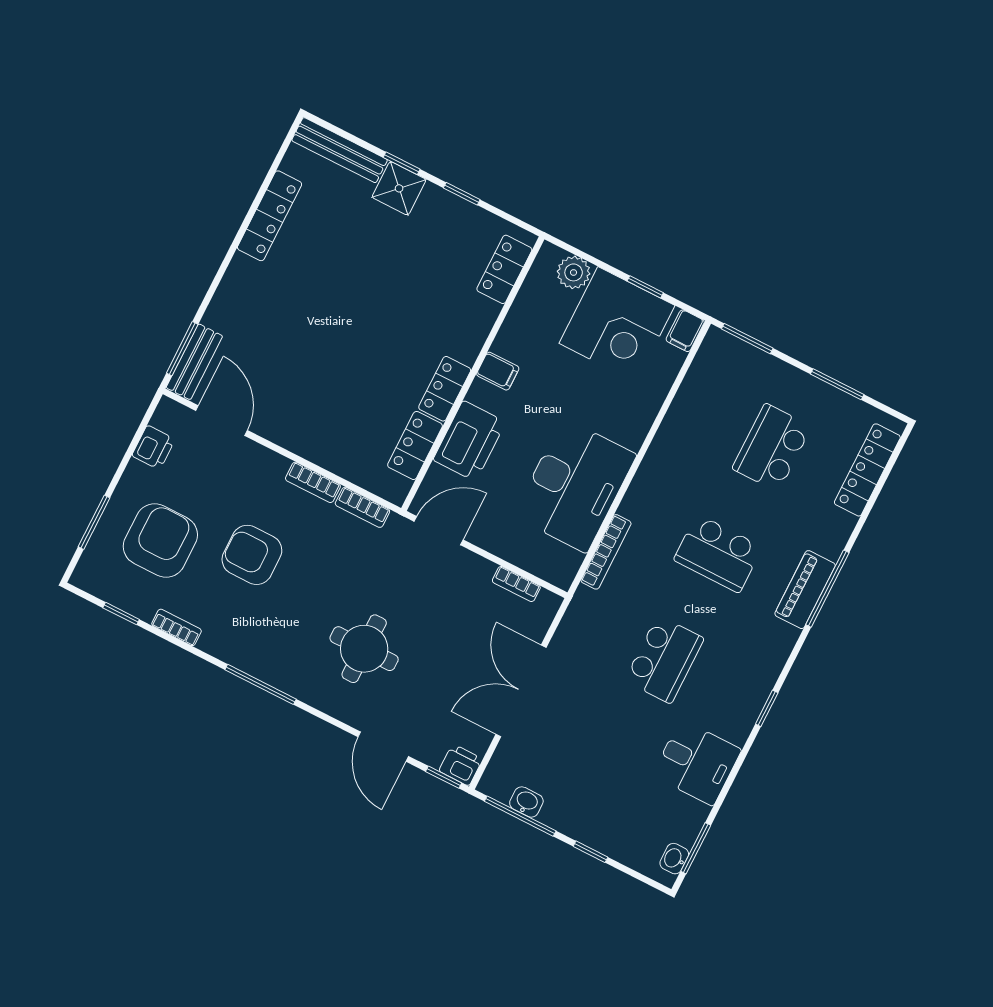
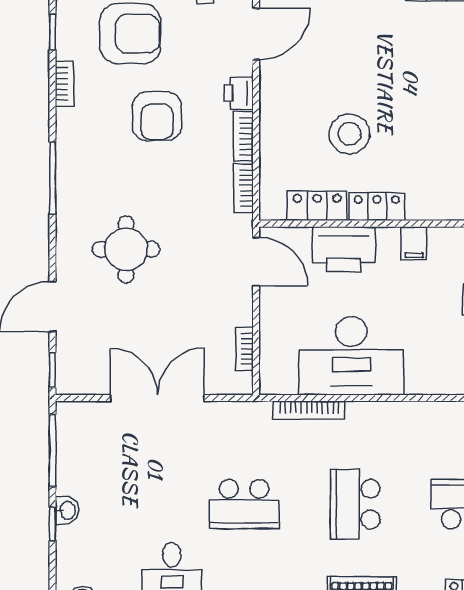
stool: (362, 380) -> (349, 134), added
armchair: (252, 555) -> (157, 116), turned 180
printer: (461, 765) -> (239, 93), moved, turned 180
washbasin: (526, 802) -> (67, 510), moved

